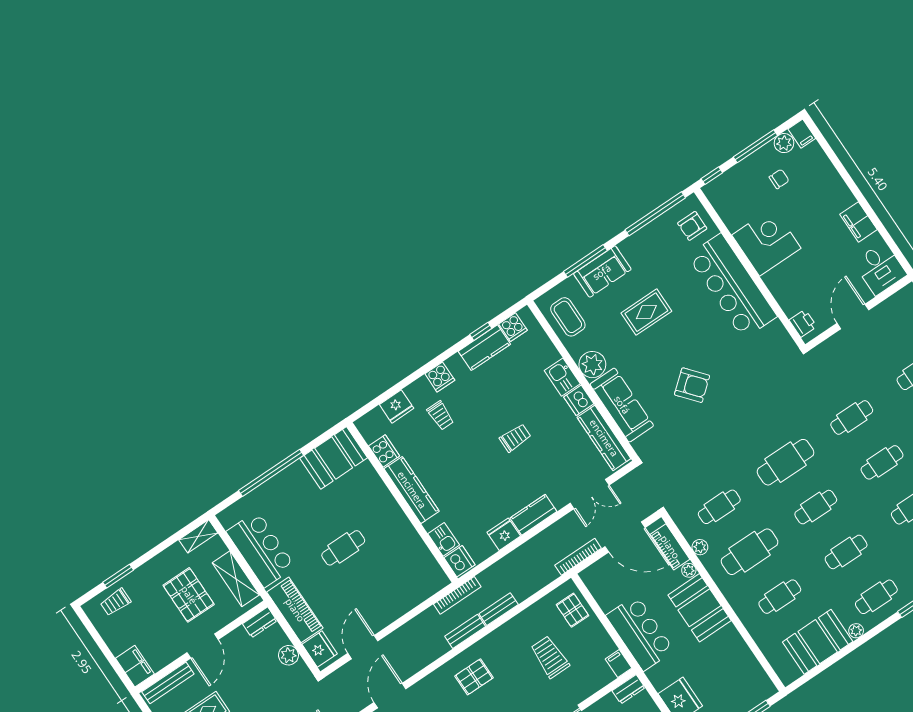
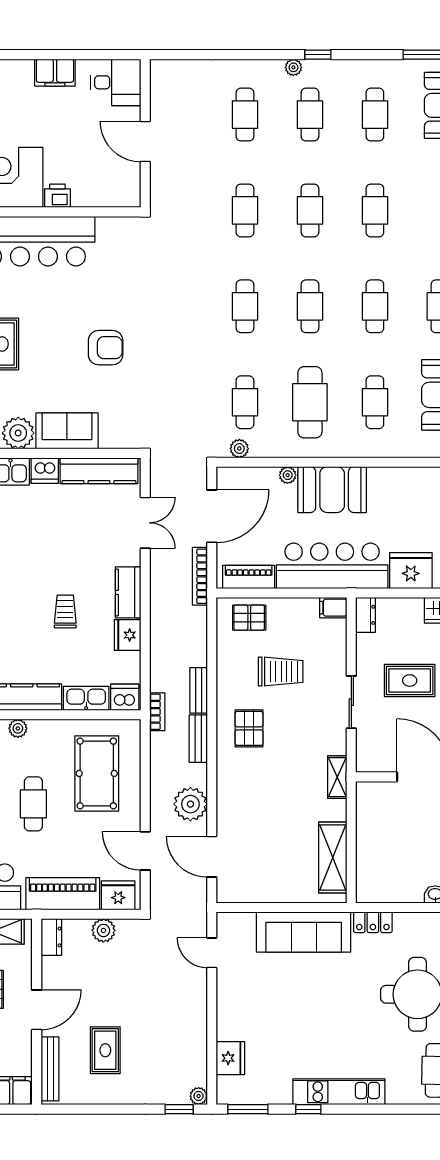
printer: (803, 323) -> (57, 196), moved
armchair: (692, 385) -> (106, 348), turned 40
sofa: (622, 405) -> (67, 431), width x0.73
trolley: (515, 438) -> (65, 611), moved
cafe table: (785, 462) -> (245, 306), width x0.73, depth x0.74
plant: (388, 502) -> (18, 728), added
kitchen sink: (444, 539) -> (86, 698), width x1.38
piano: (670, 547) -> (249, 577), moved, turned 180
plant: (700, 547) -> (239, 449), moved
pool table: (394, 577) -> (97, 773), added
bookcase: (457, 595) -> (157, 712), width x0.64
bar counter: (640, 633) -> (332, 566), width x1.36
door: (203, 646) -> (37, 1010), hinge flipped
plant: (416, 656) -> (190, 804), added
trolley: (550, 657) -> (281, 672), turned 180
pallet: (474, 677) -> (249, 728), moved

